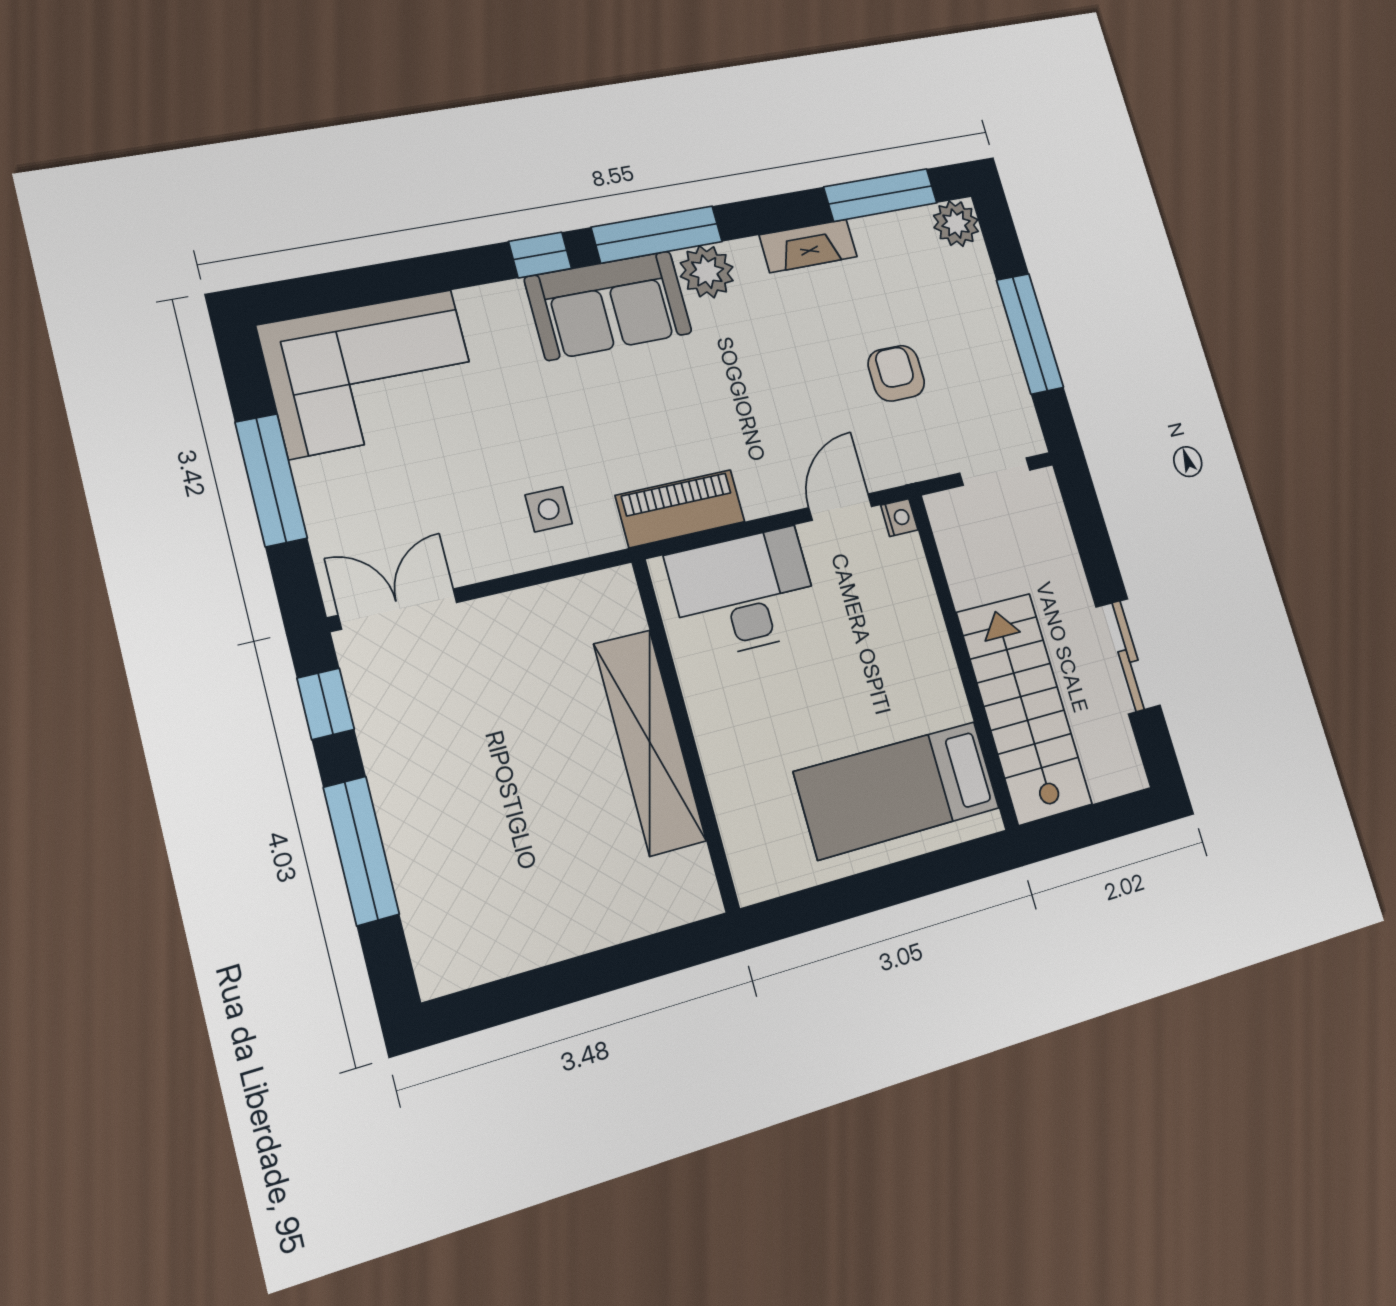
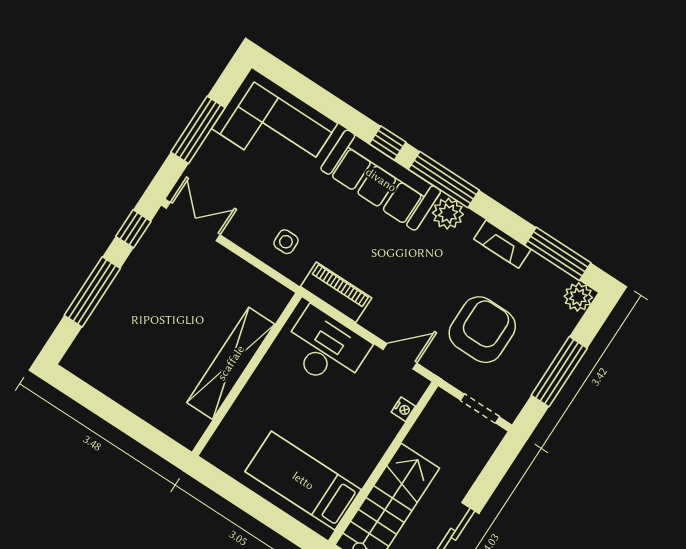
sofa: (609, 305) -> (381, 180), width x1.36
armchair: (896, 373) -> (482, 330), width x1.88, depth x1.88
nightstand: (899, 518) -> (403, 409), moved

